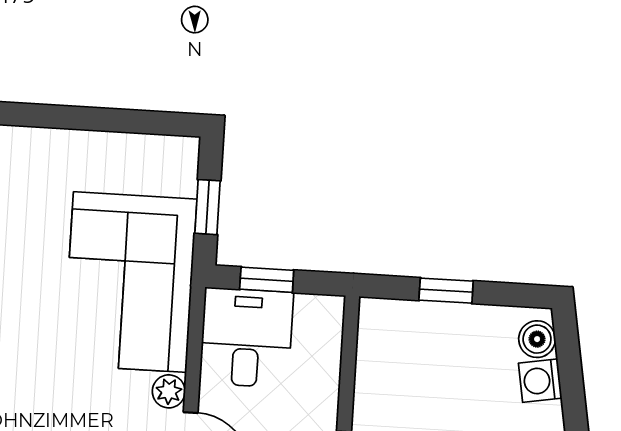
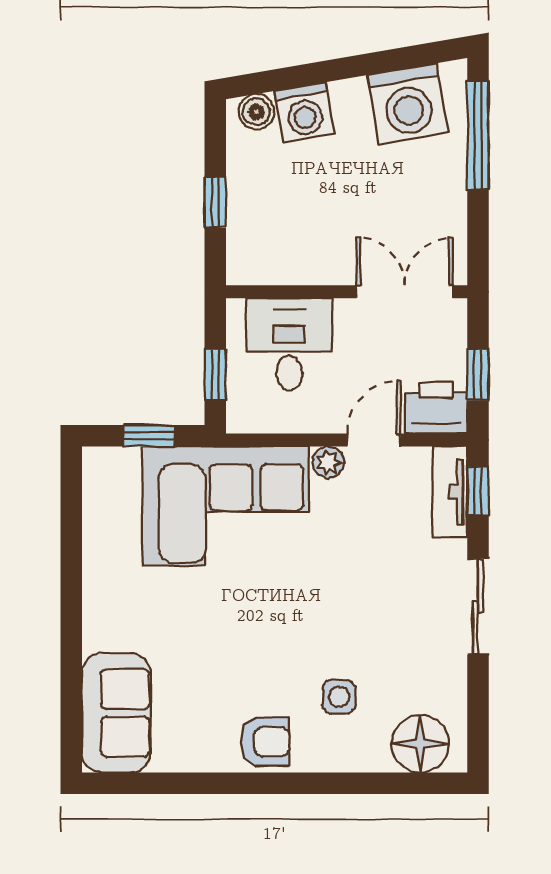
desk: (246, 338) -> (289, 344), moved, turned 90
washing machine: (540, 381) -> (304, 112), width x1.38, depth x1.38

